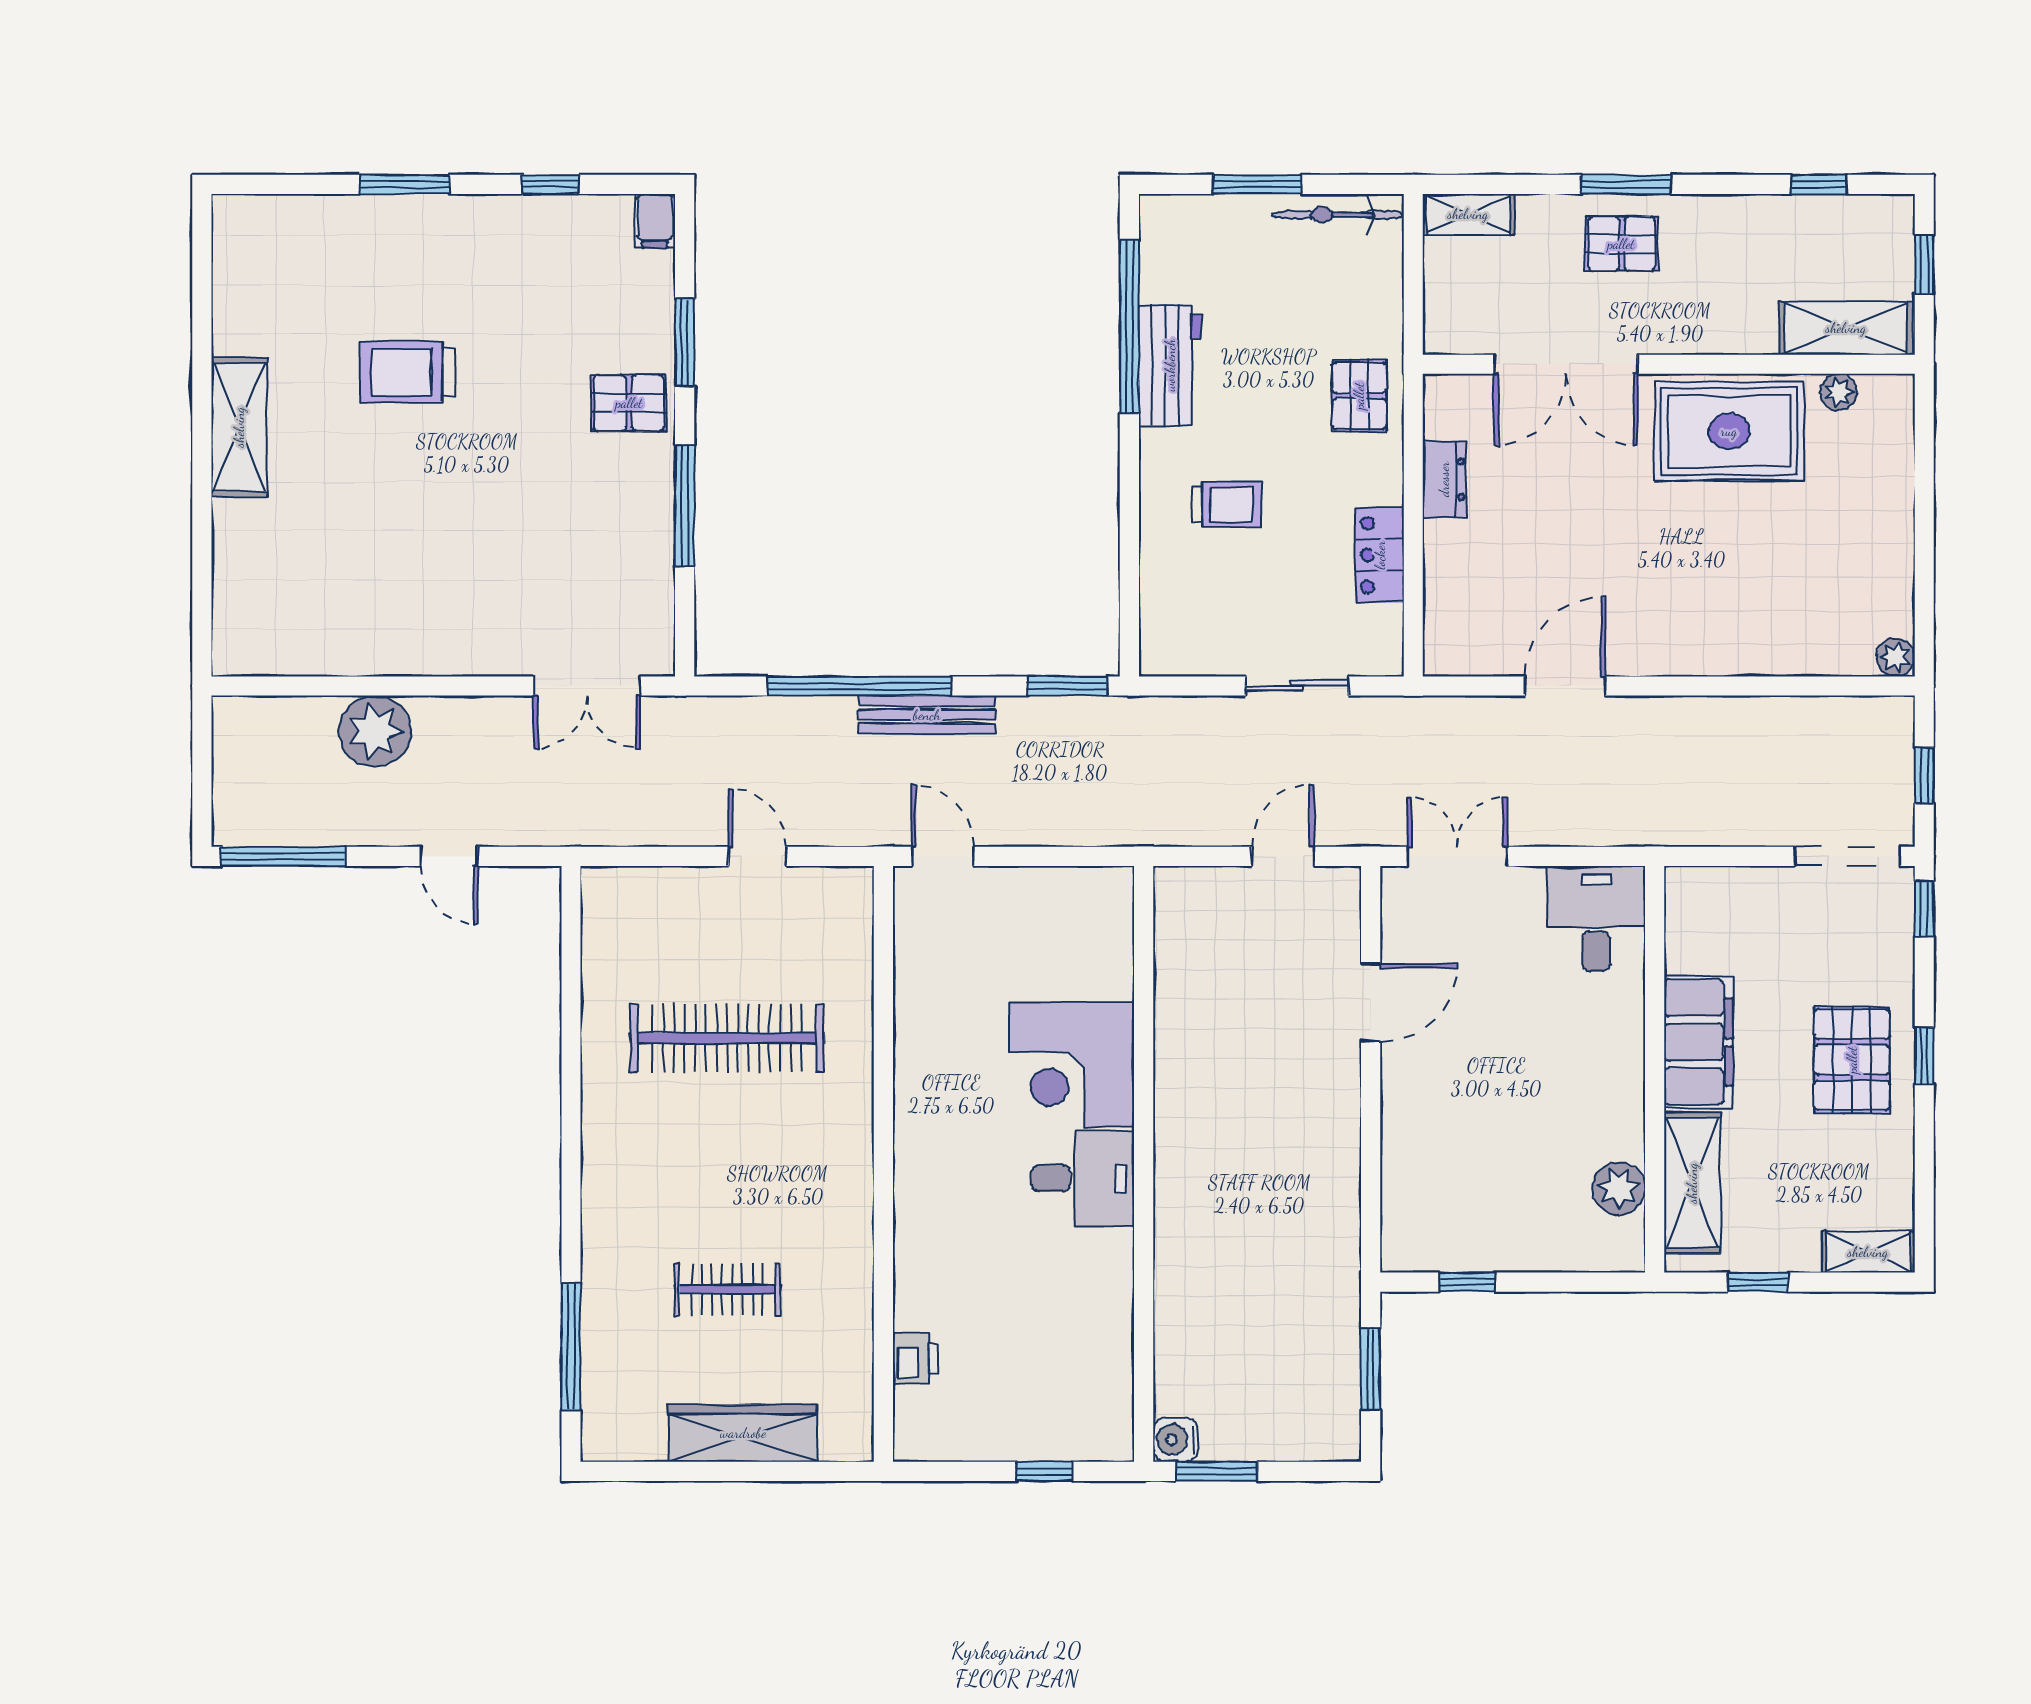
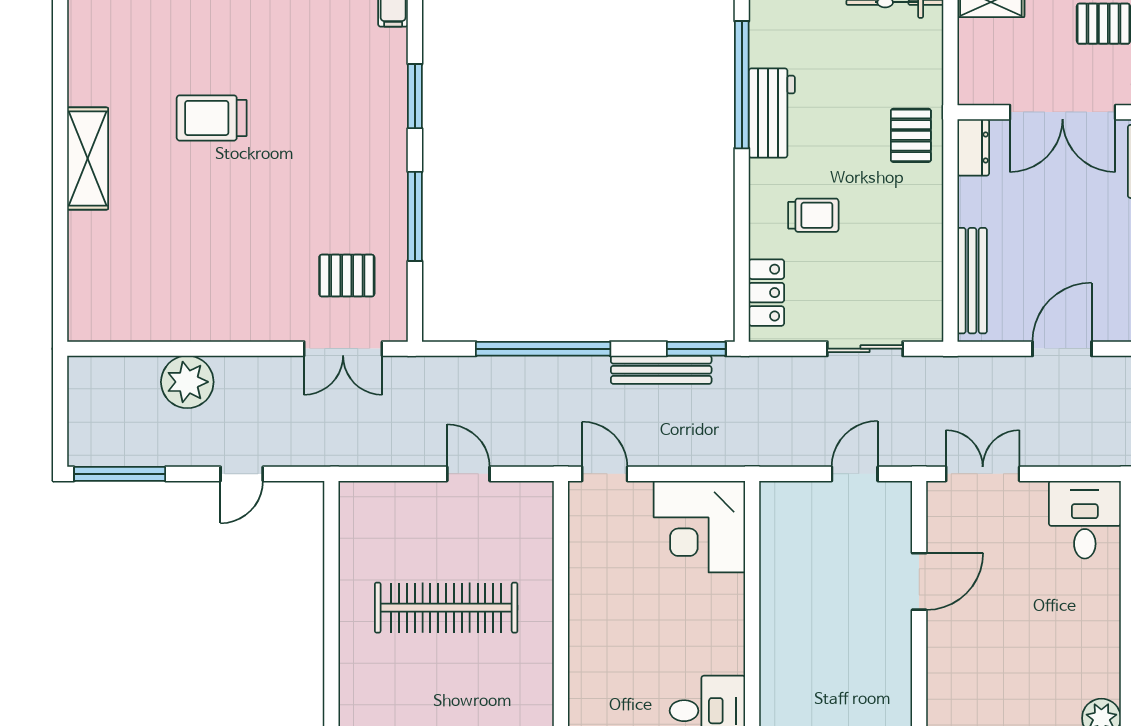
pallet: (629, 403) -> (347, 276), moved
dresser: (1444, 479) -> (973, 147), moved
locker: (1380, 555) -> (766, 293), moved, turned 180
bench: (1443, 593) -> (972, 281), added
bench: (927, 715) -> (661, 370), moved
door: (449, 856) -> (242, 474), hinge flipped
corner desk: (1072, 1065) -> (699, 527), moved

